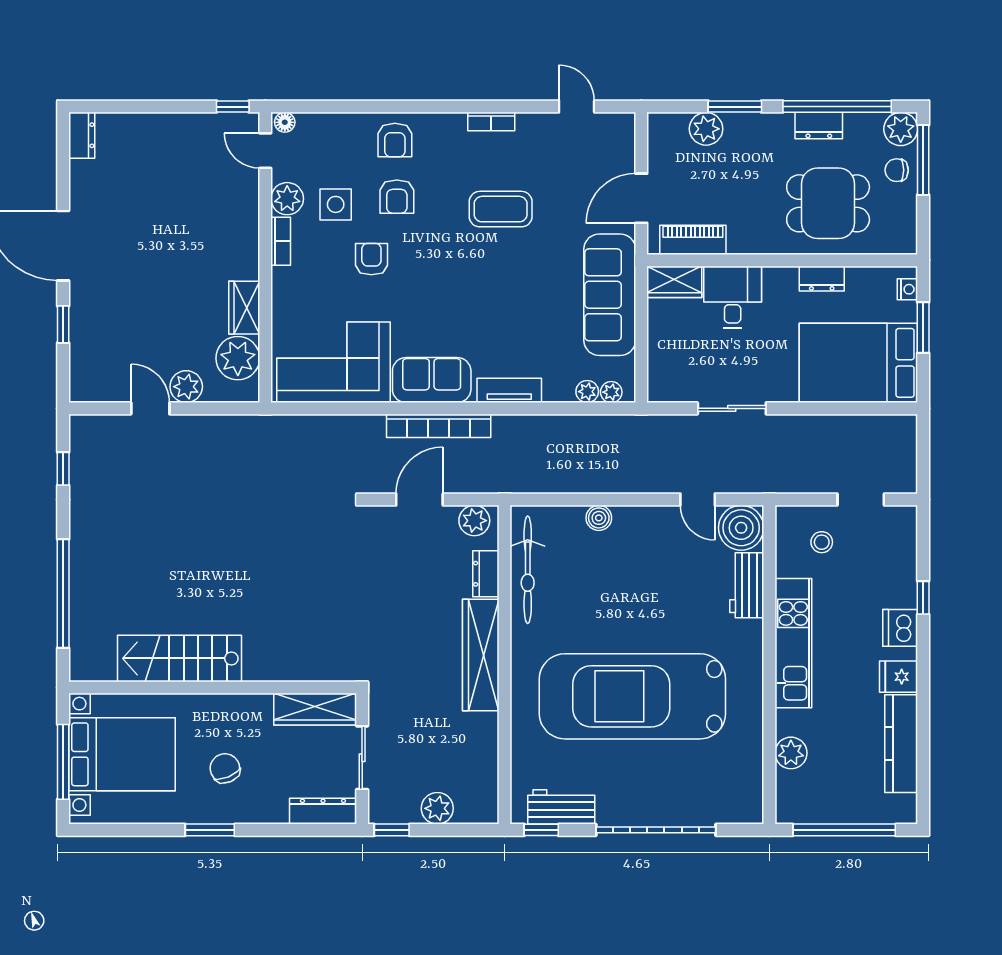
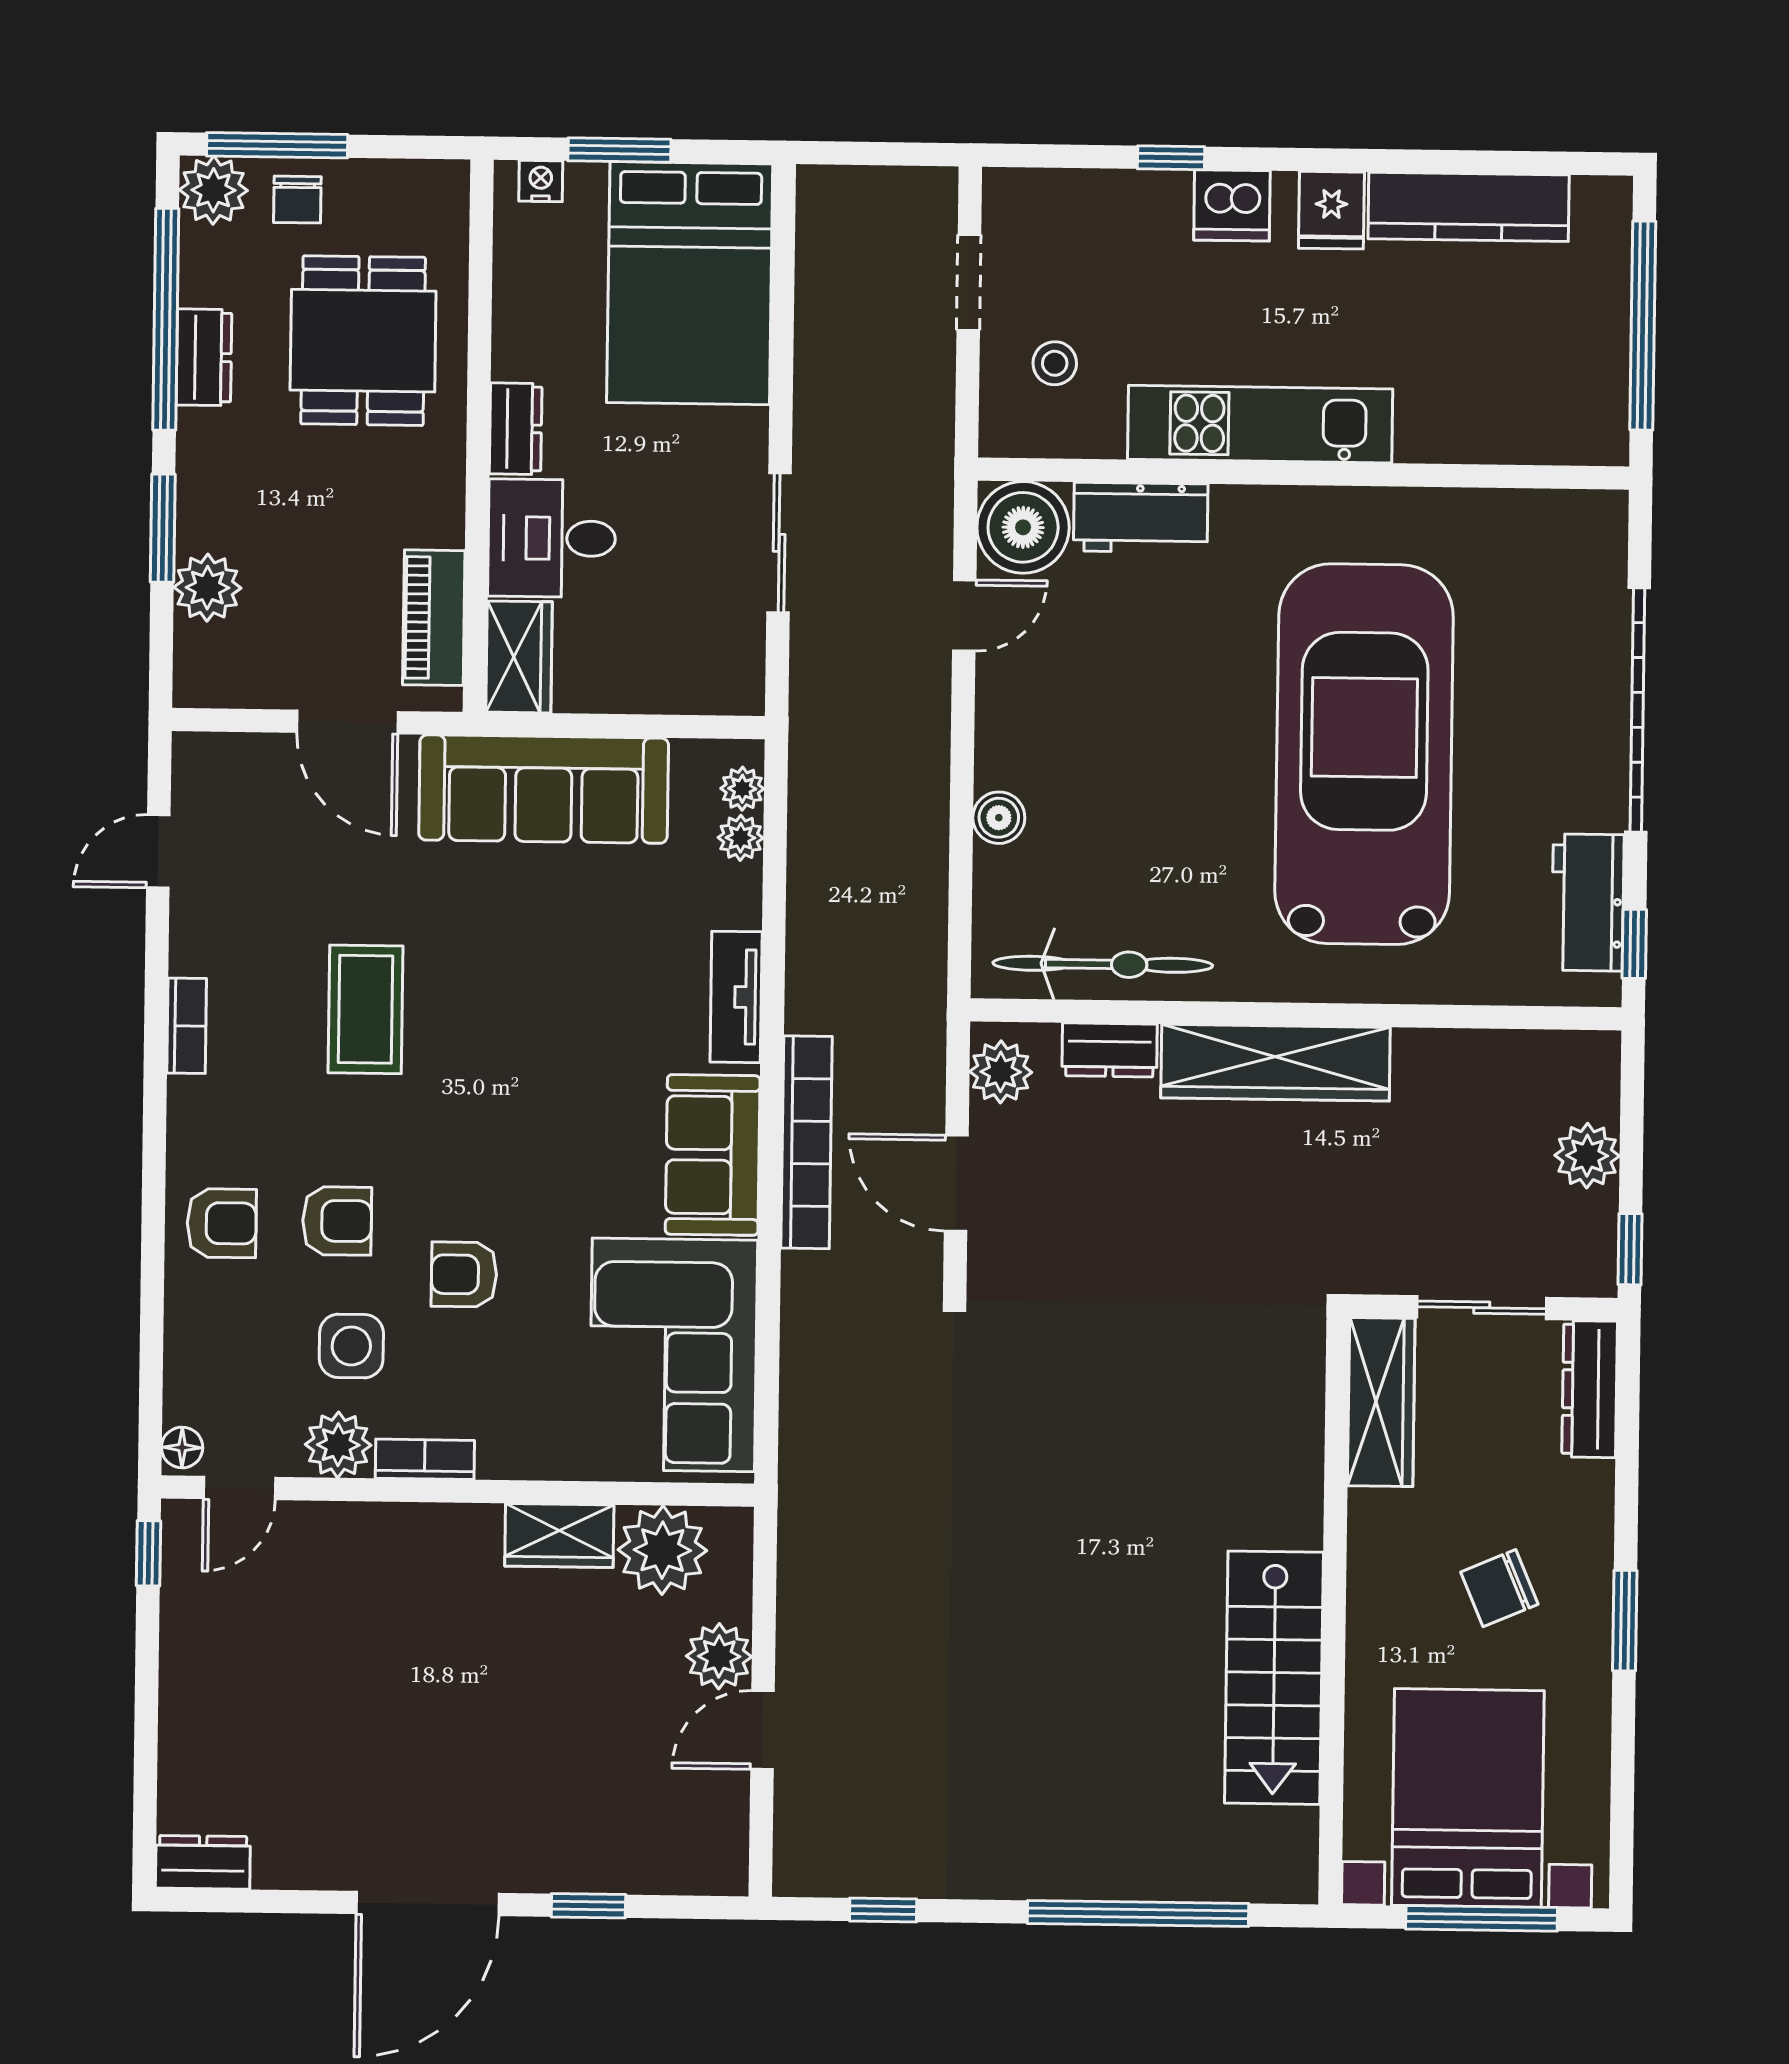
dresser: (822, 279) -> (516, 429), moved
car: (632, 696) -> (1364, 754), turned 180
plant: (791, 753) -> (1484, 432), removed

